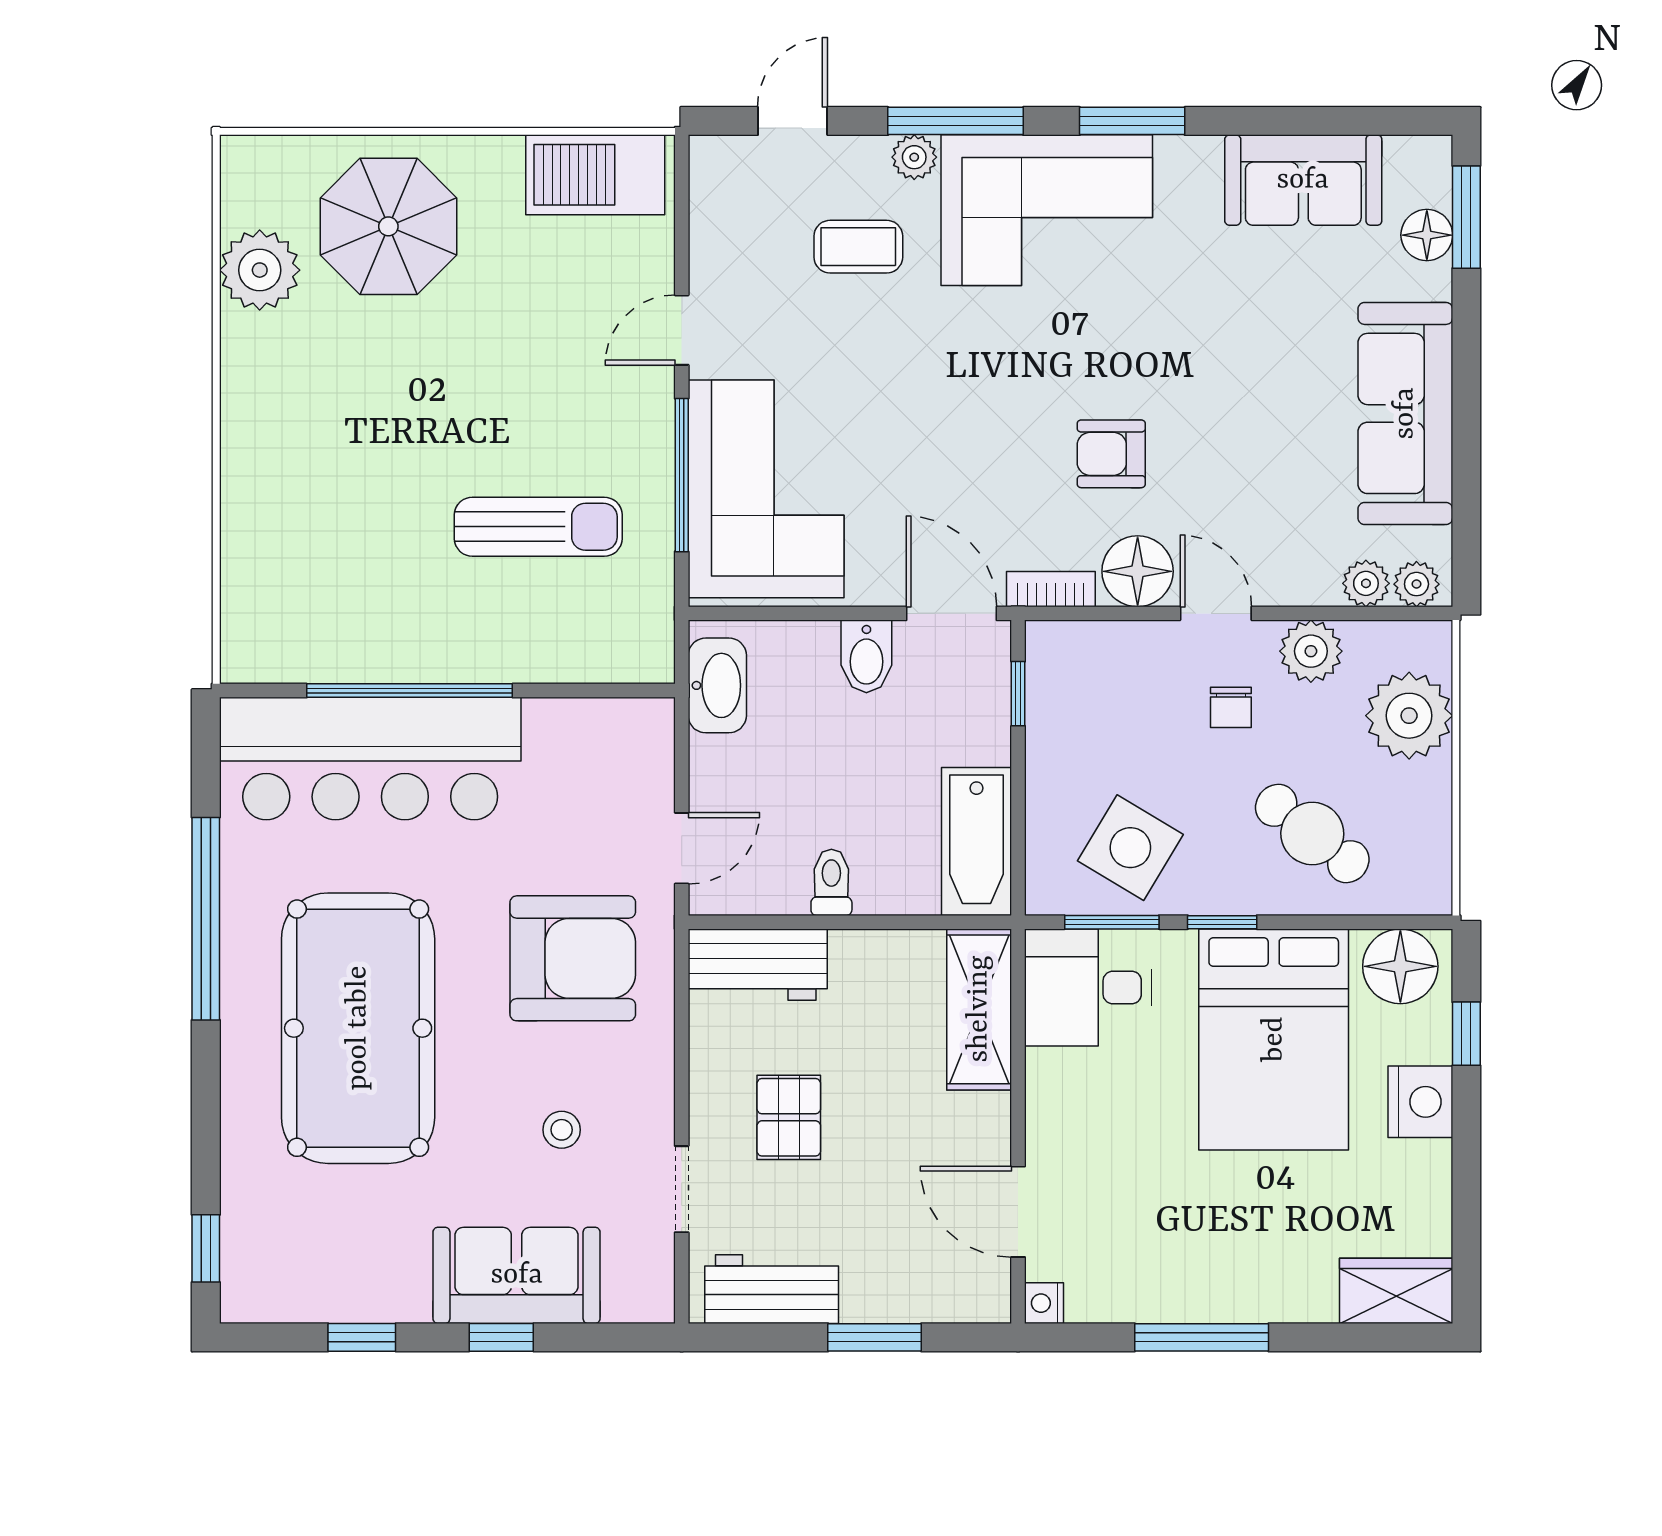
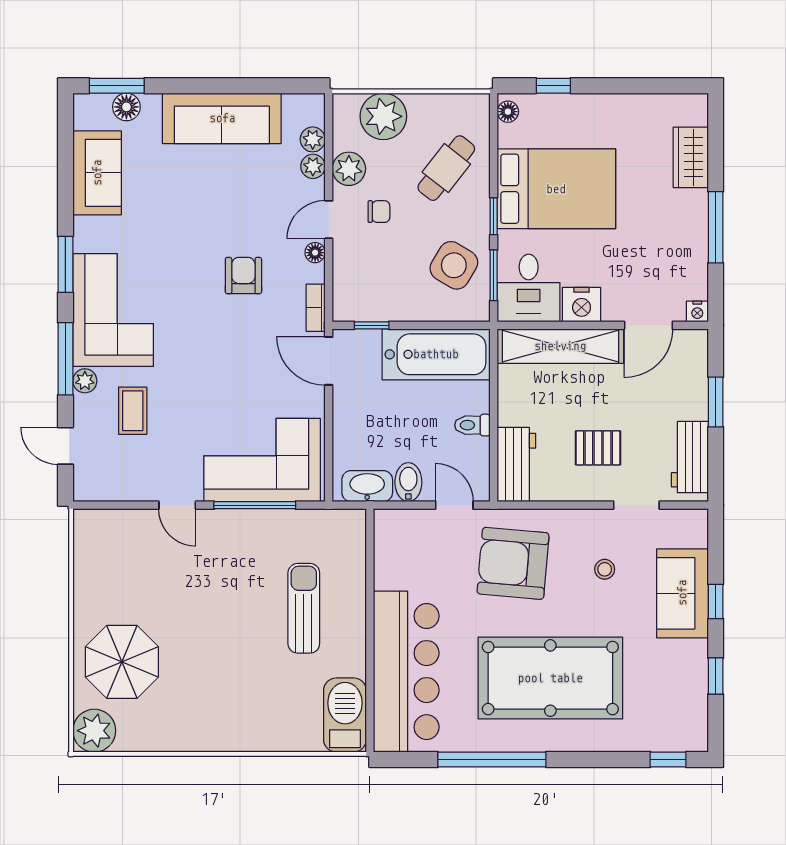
barbecue: (595, 175) -> (345, 715), moved, turned 180
plant: (260, 270) -> (94, 731), moved
armchair: (1111, 454) -> (243, 276), turned 180
sun lounger: (538, 527) -> (304, 608), moved
floor lamp: (1138, 571) -> (315, 253), width x0.53, depth x0.53
plant: (1416, 584) -> (313, 166), moved
door: (952, 613) -> (329, 361), hinge flipped
bidet: (866, 656) -> (408, 482), moved, turned -90
window: (410, 691) -> (370, 651), removed
bathtub: (976, 841) -> (436, 354), width x1.36, depth x1.36
armchair: (573, 958) -> (513, 563), turned -85
floor lamp: (1400, 966) -> (508, 112), width x0.53, depth x0.53
shelving: (979, 1009) -> (560, 346), width x1.47
nightstand: (1420, 1102) -> (582, 305), moved, turned 180
wardrobe: (1396, 1291) -> (691, 157), moved

